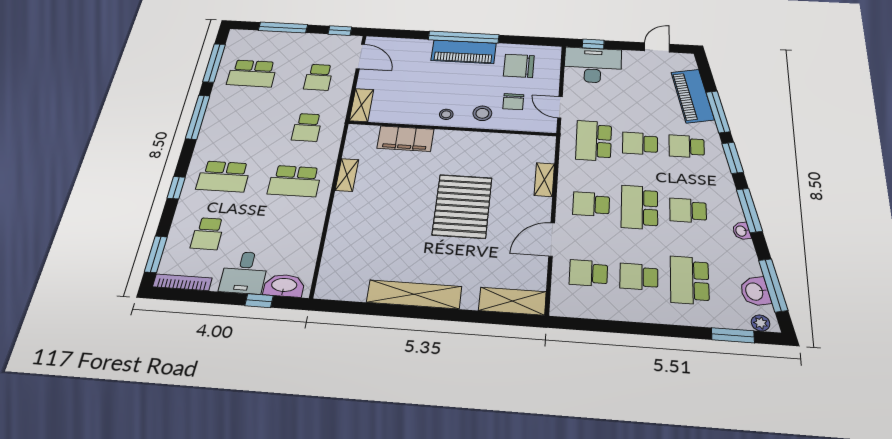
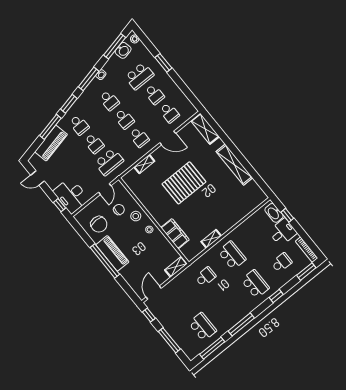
school desk: (319, 77) -> (179, 298), removed
school desk: (639, 207) -> (124, 119), width x0.54
window: (733, 335) -> (163, 63), moved

